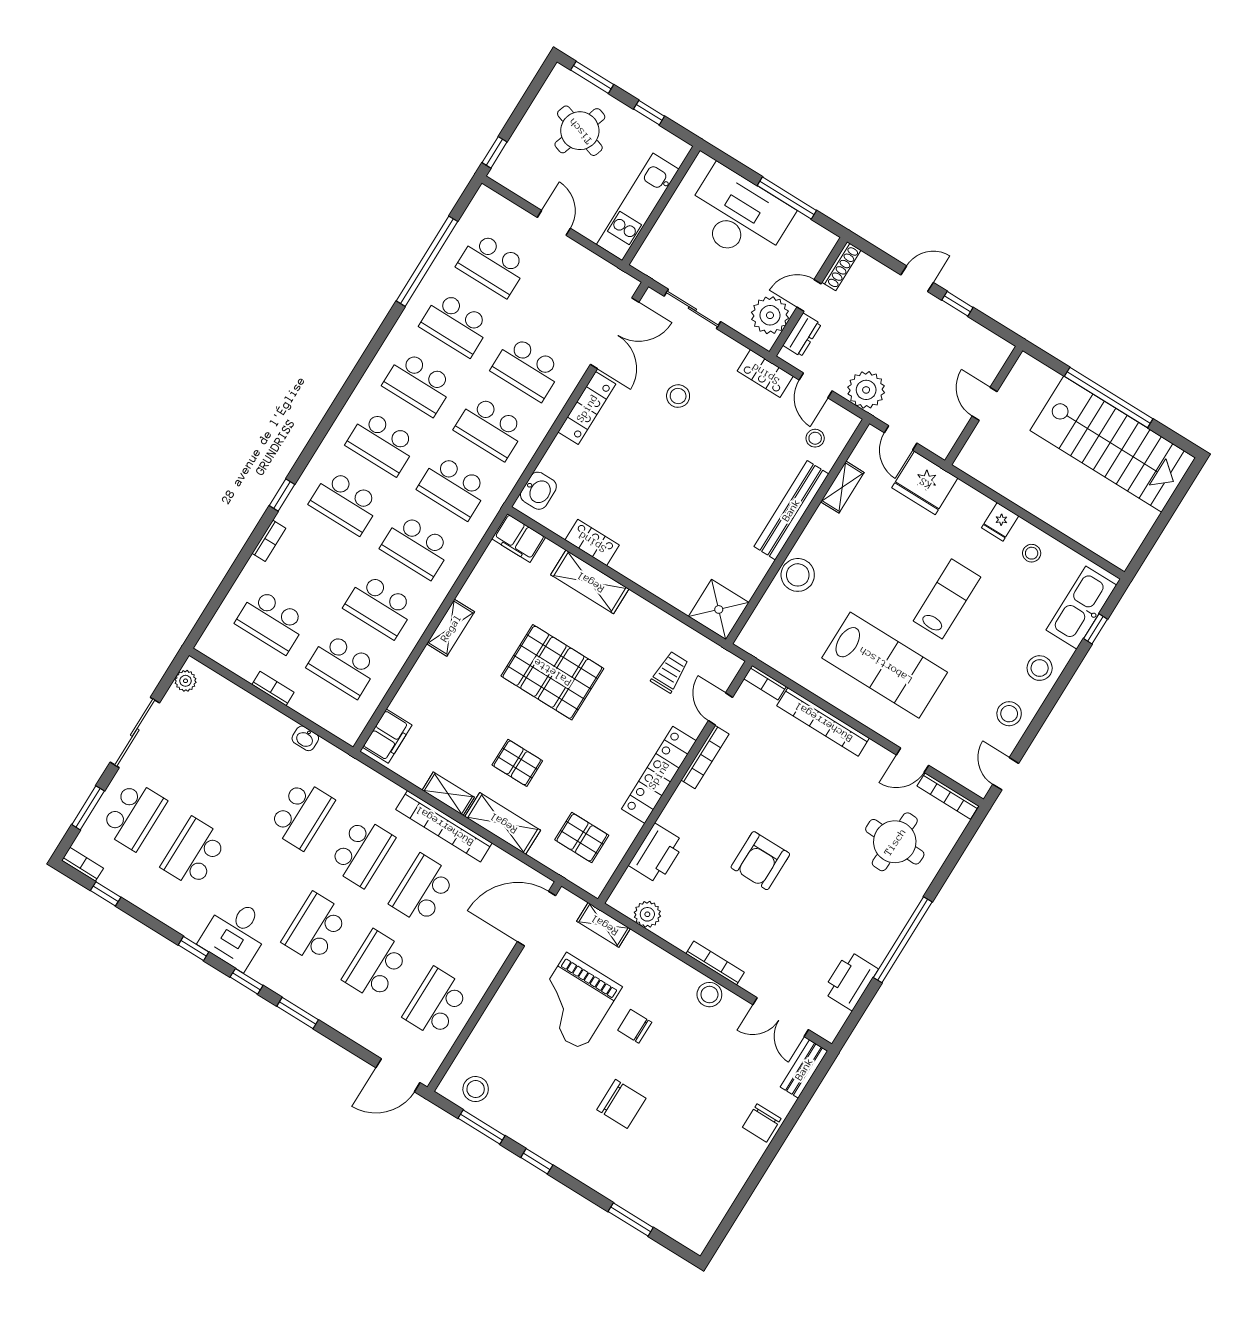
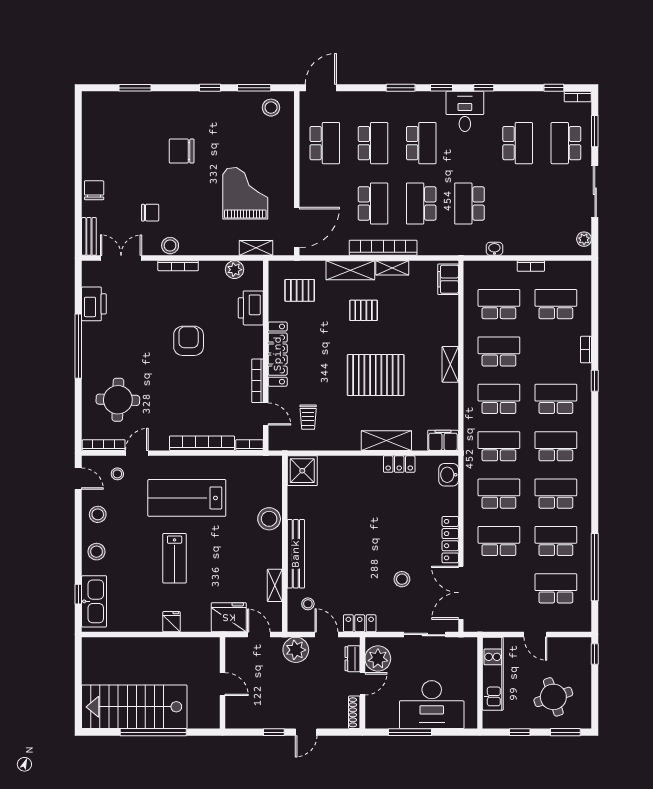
round table: (580, 131) -> (553, 697), turned -36
stool: (1032, 553) -> (117, 474), moved
chair: (635, 1026) -> (150, 213), moved

